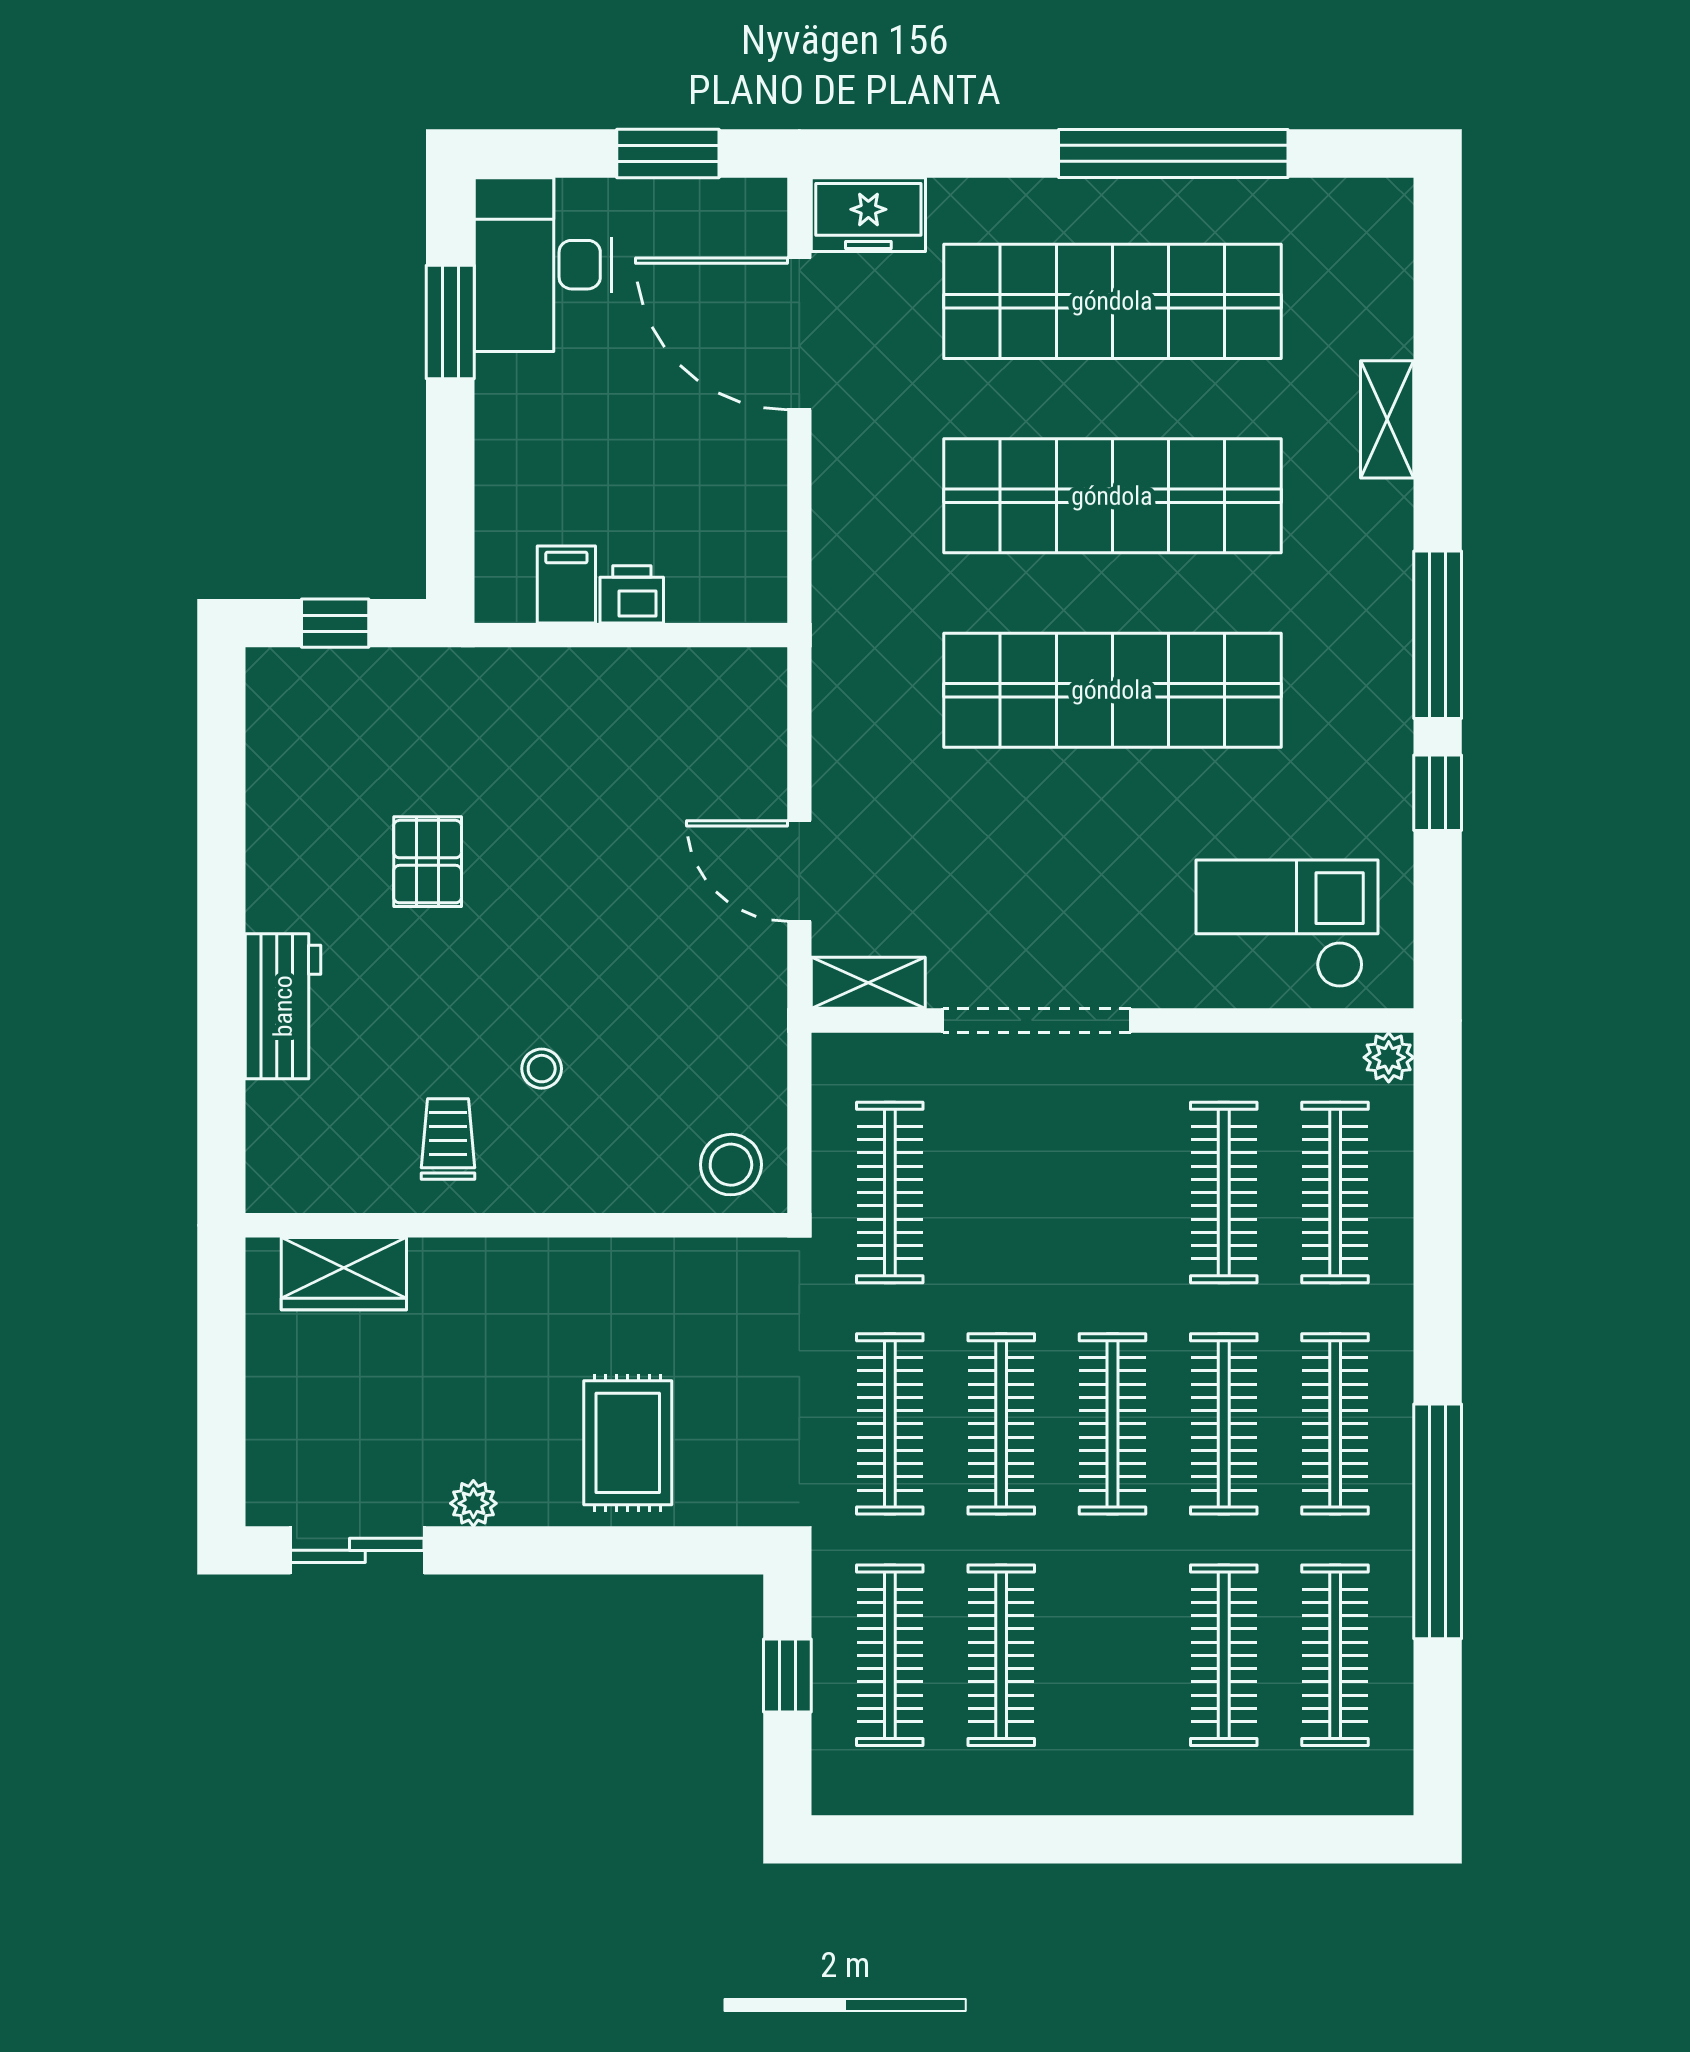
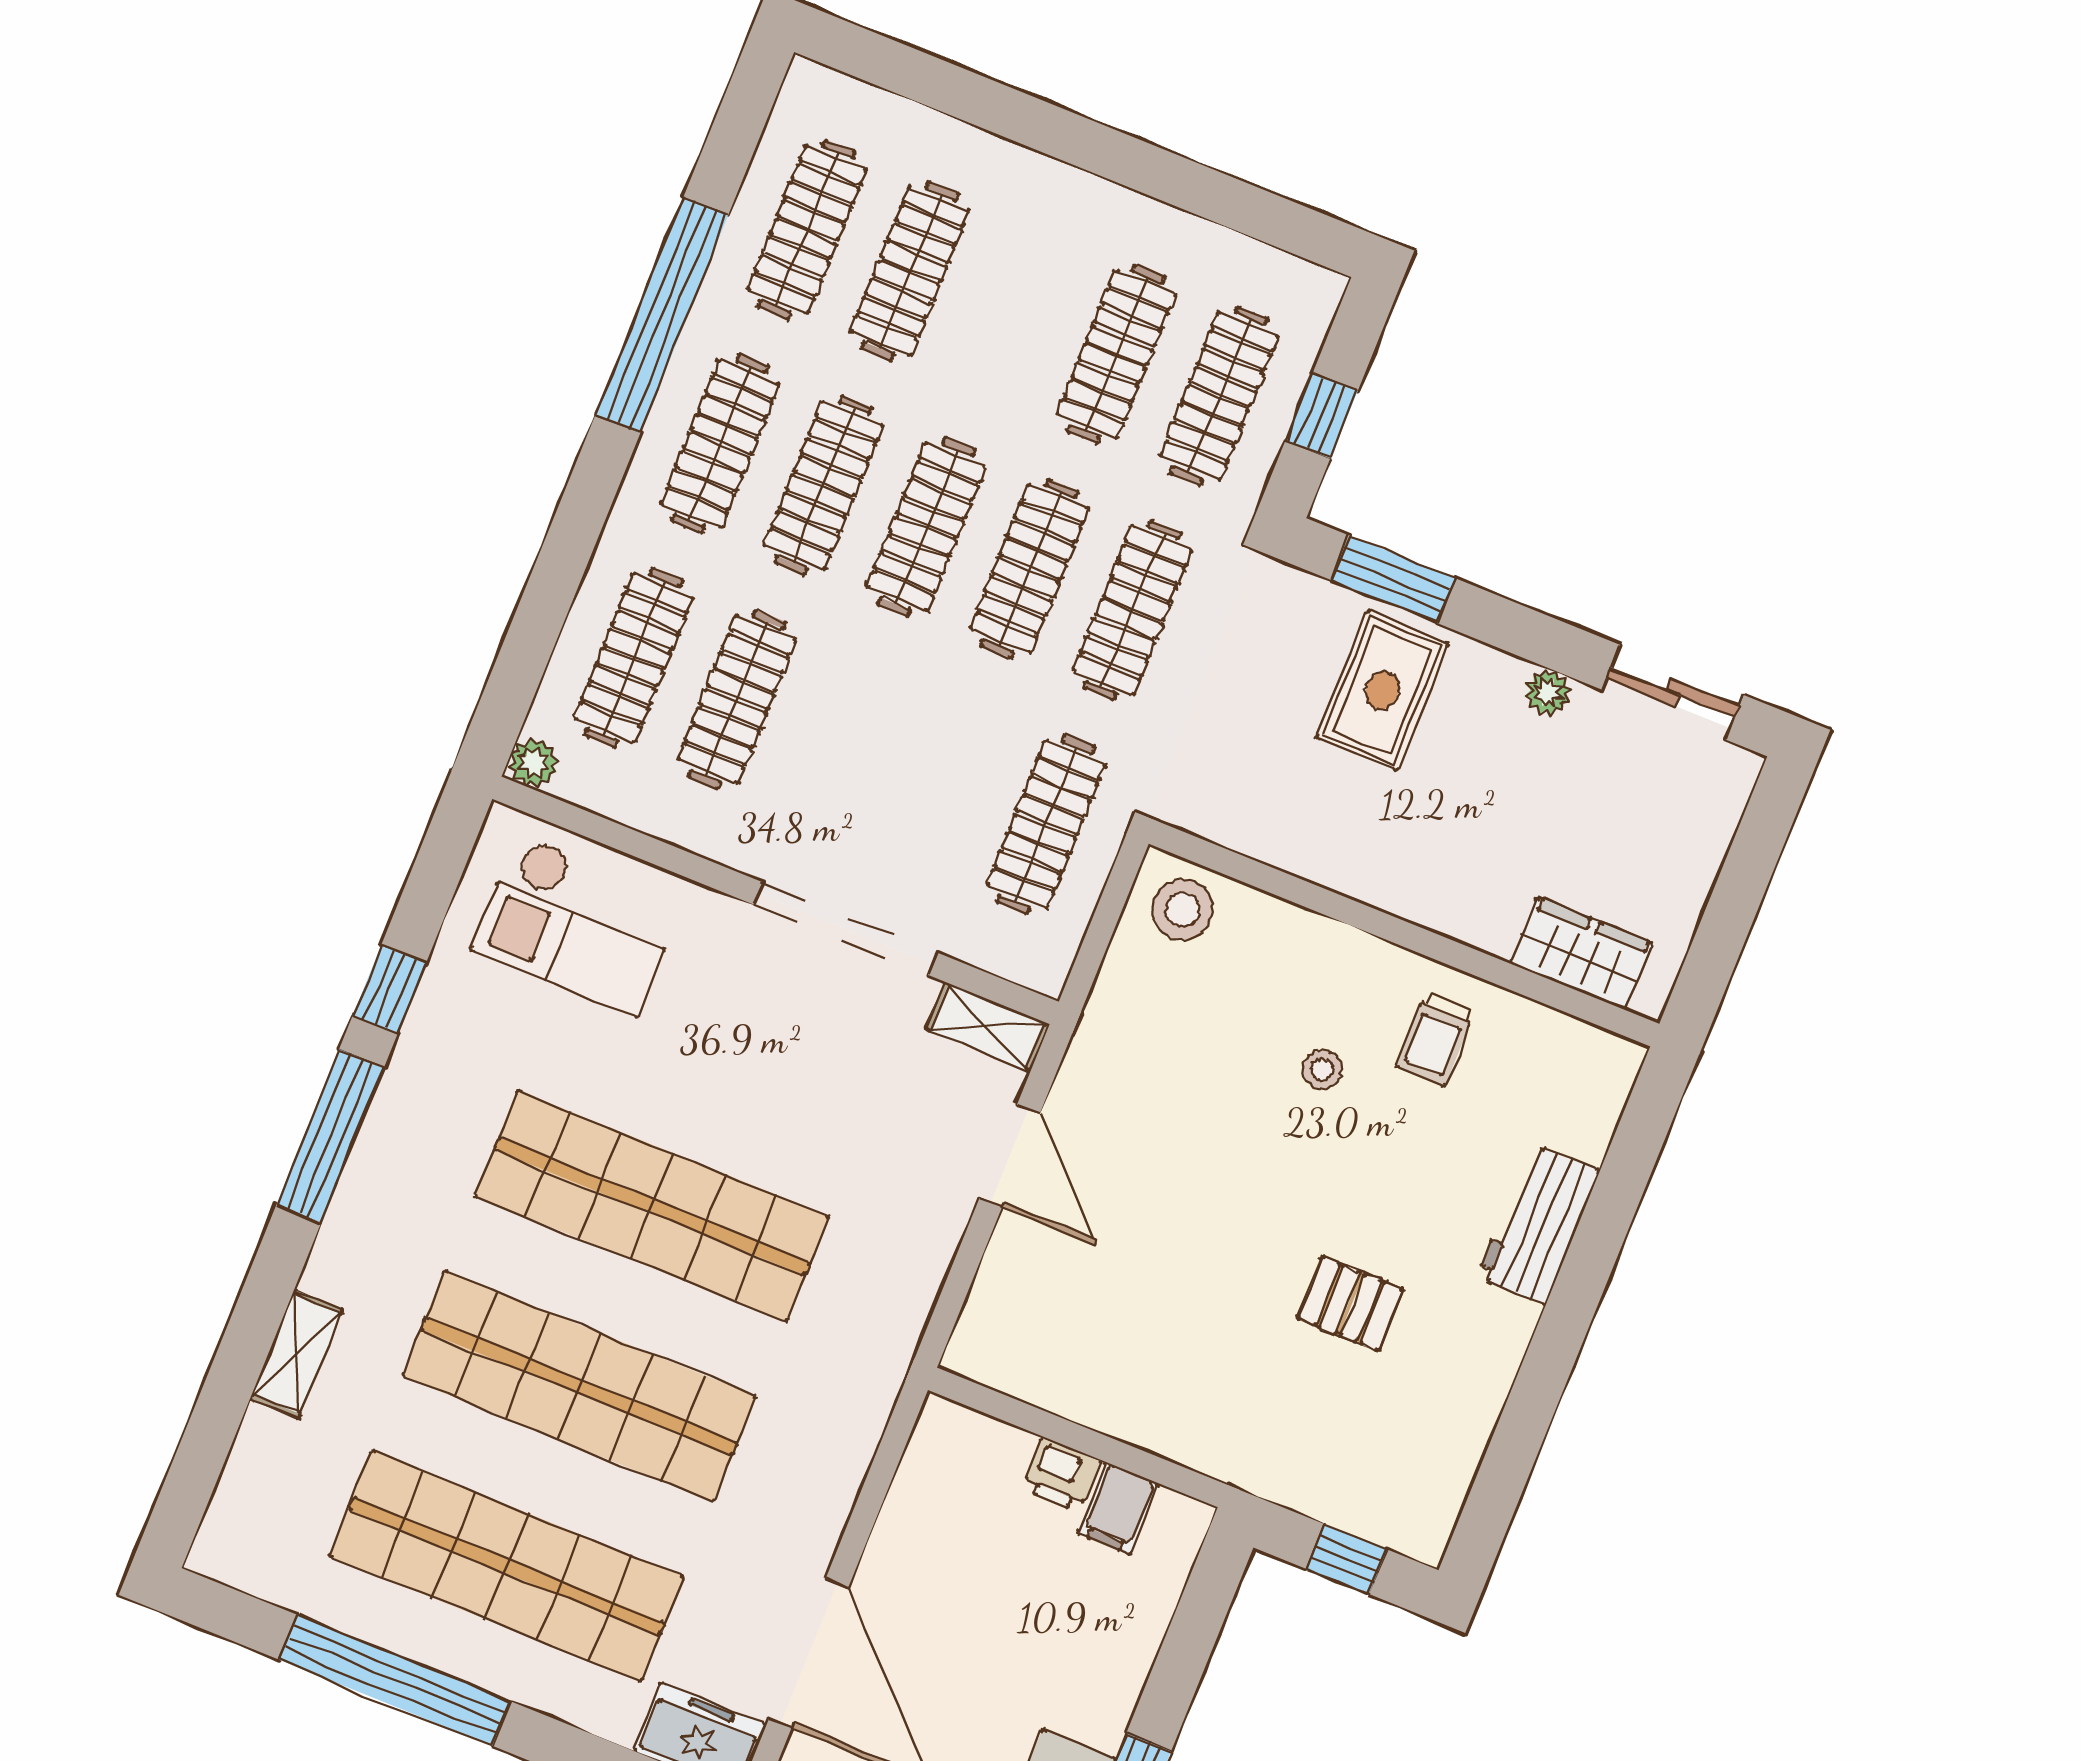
pallet: (428, 862) -> (1350, 1304), turned 90
window: (660, 1550) -> (1393, 579), added

